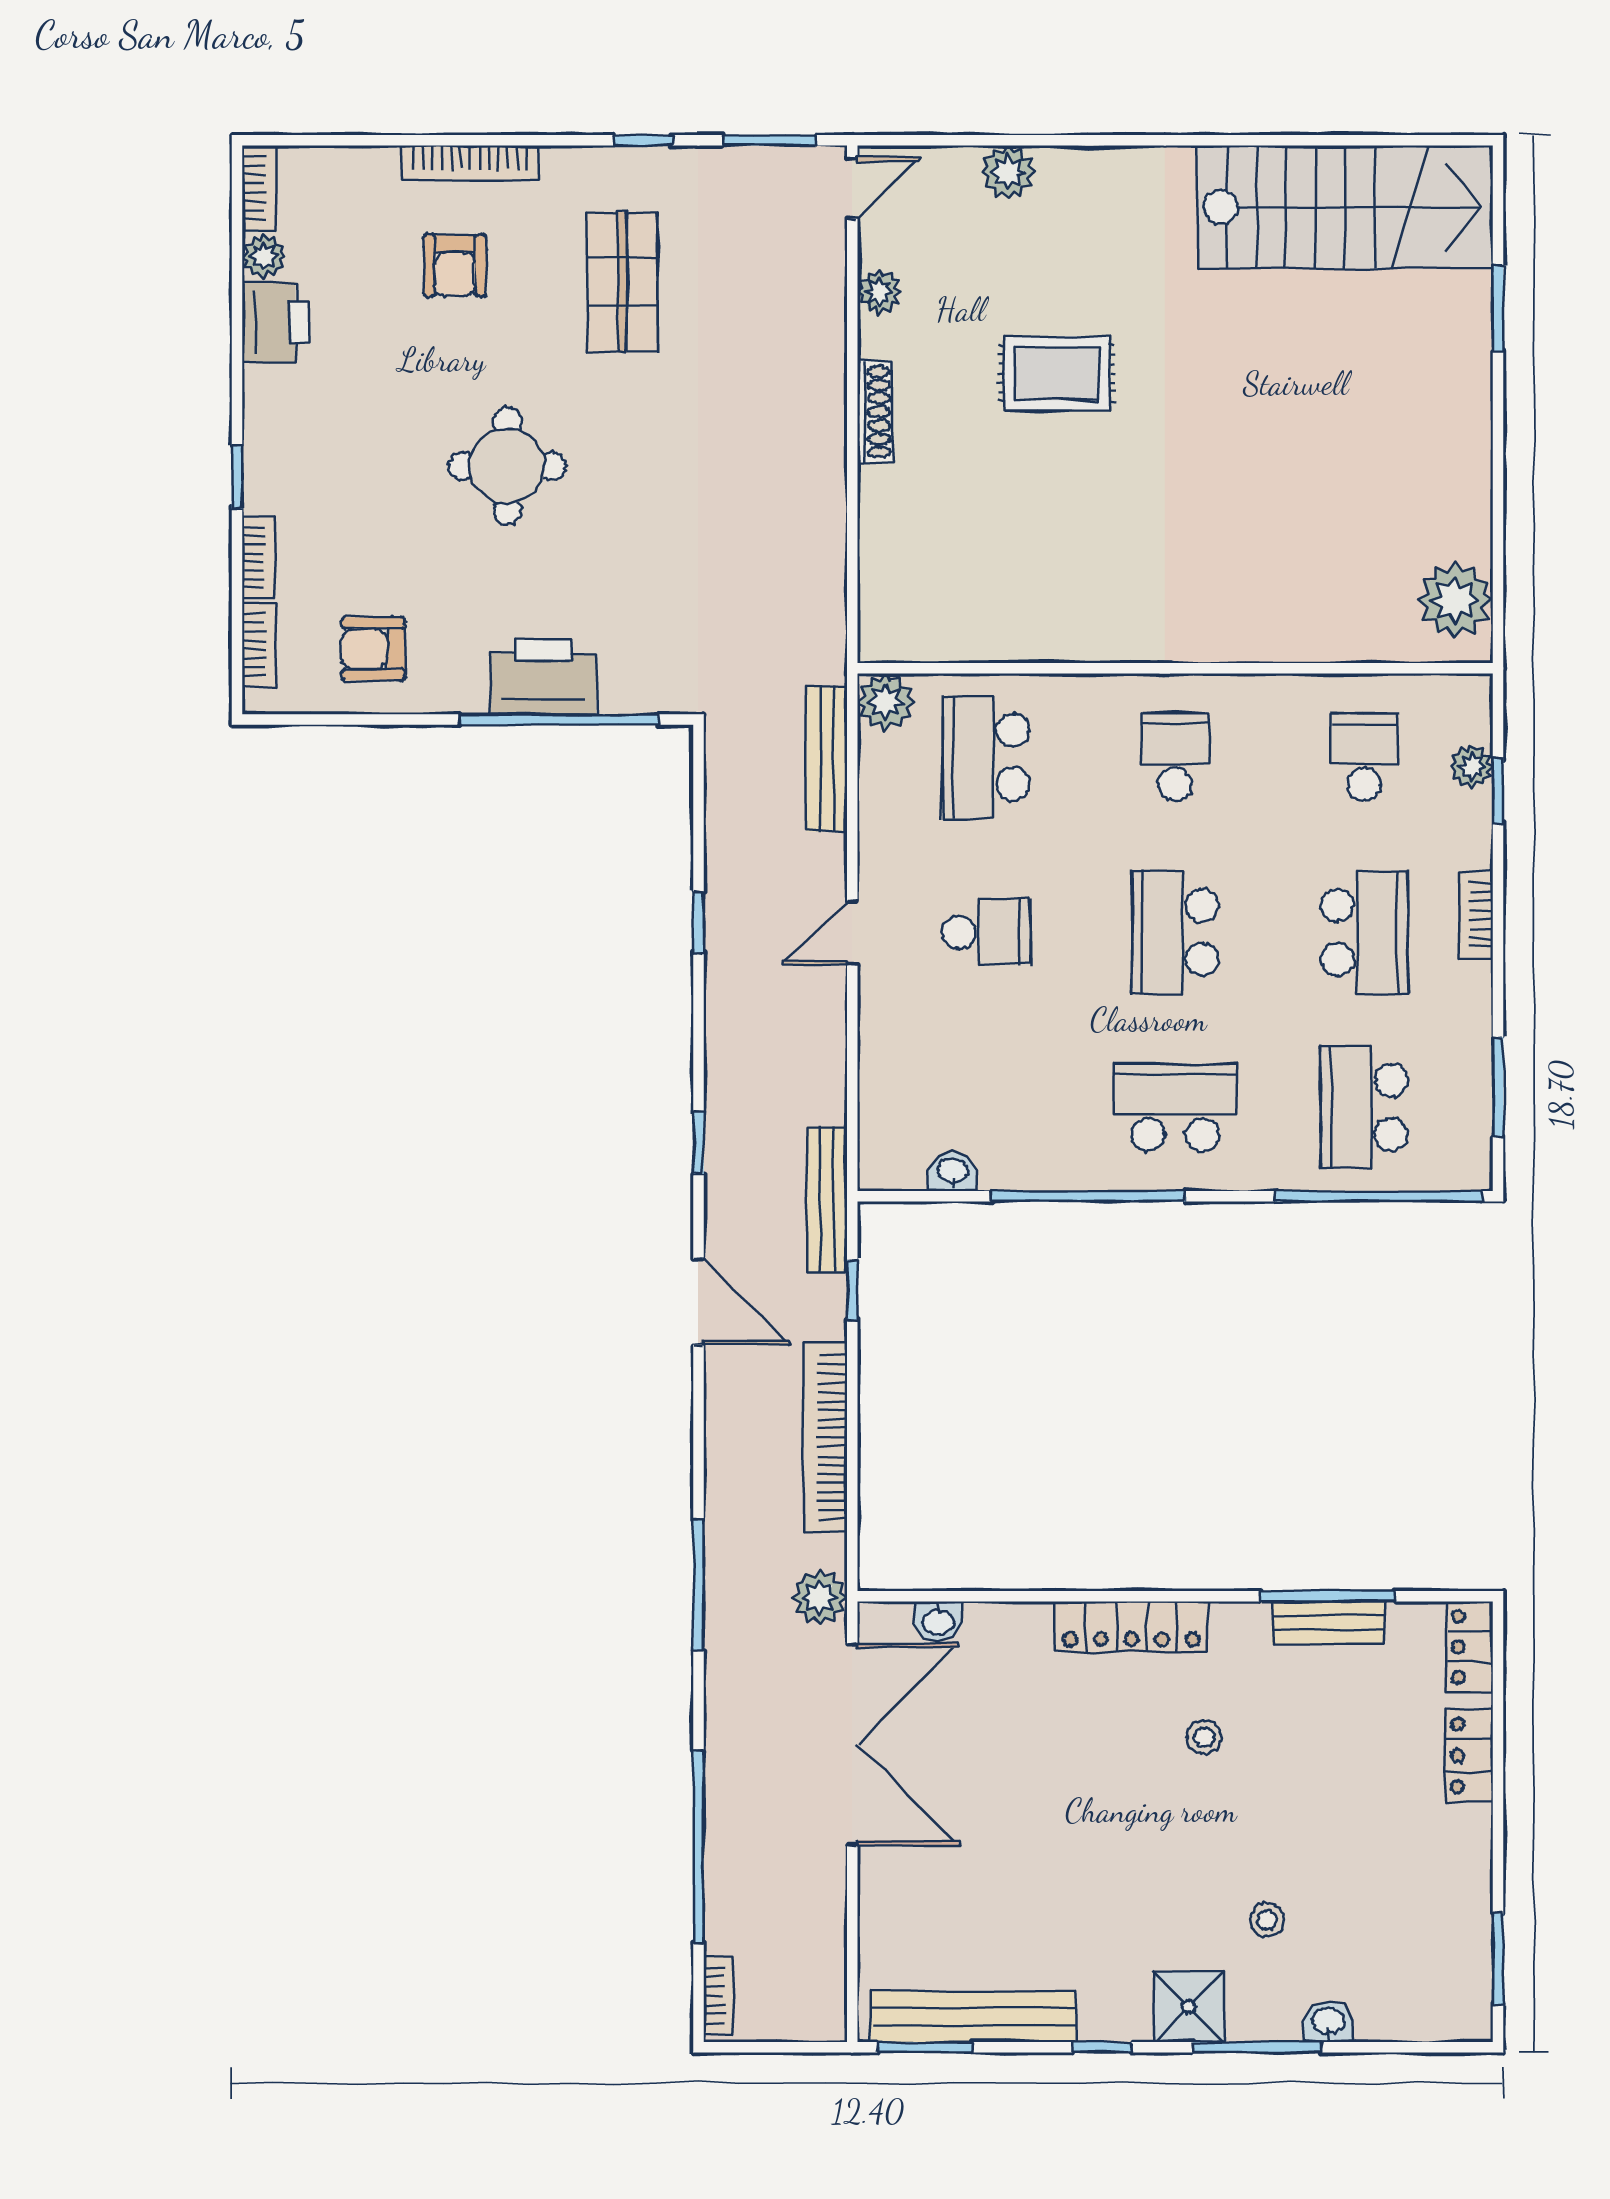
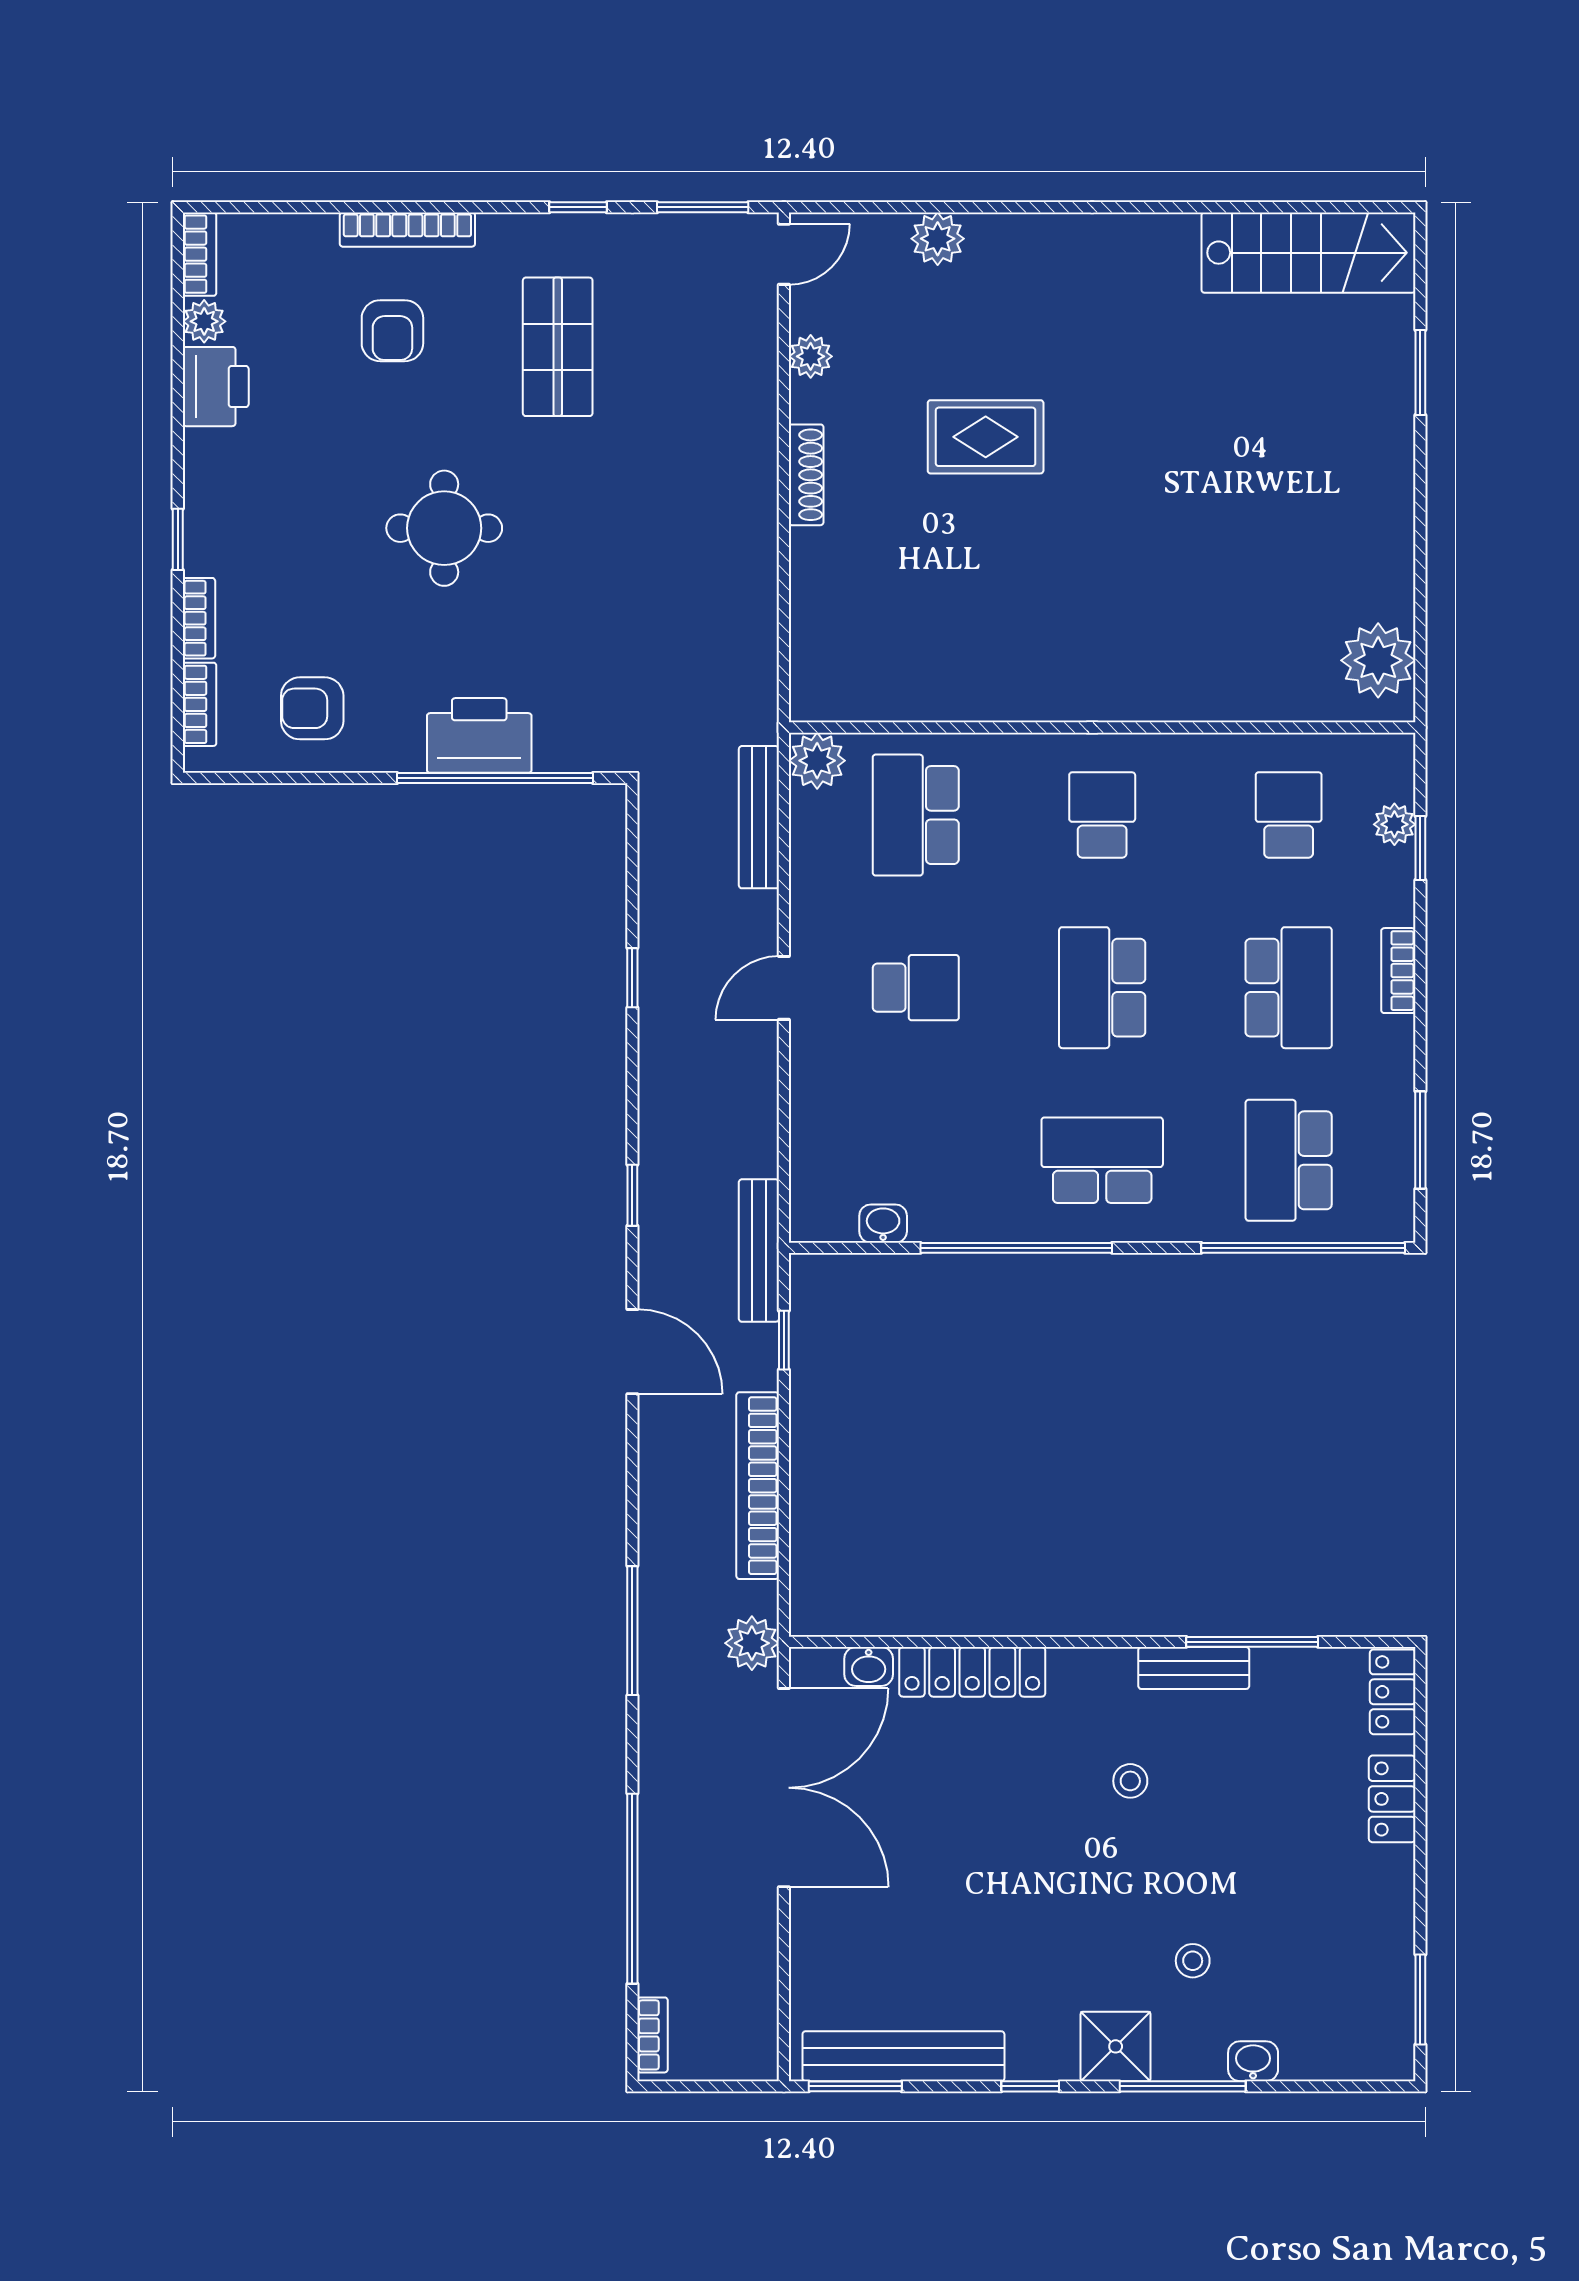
stairs: (1345, 207) -> (1308, 253), width x0.73, depth x0.66
bench: (1328, 1623) -> (1194, 1668), moved
locker: (1131, 1627) -> (972, 1672), moved

